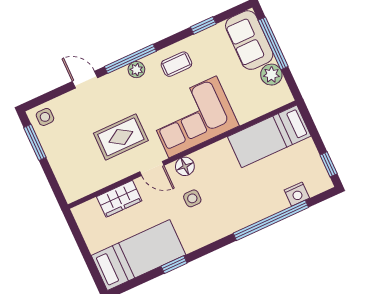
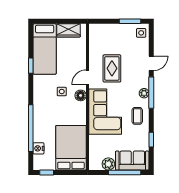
bed: (269, 136) -> (71, 148), width x1.50
wardrobe: (119, 199) -> (69, 30), moved, turned -90

